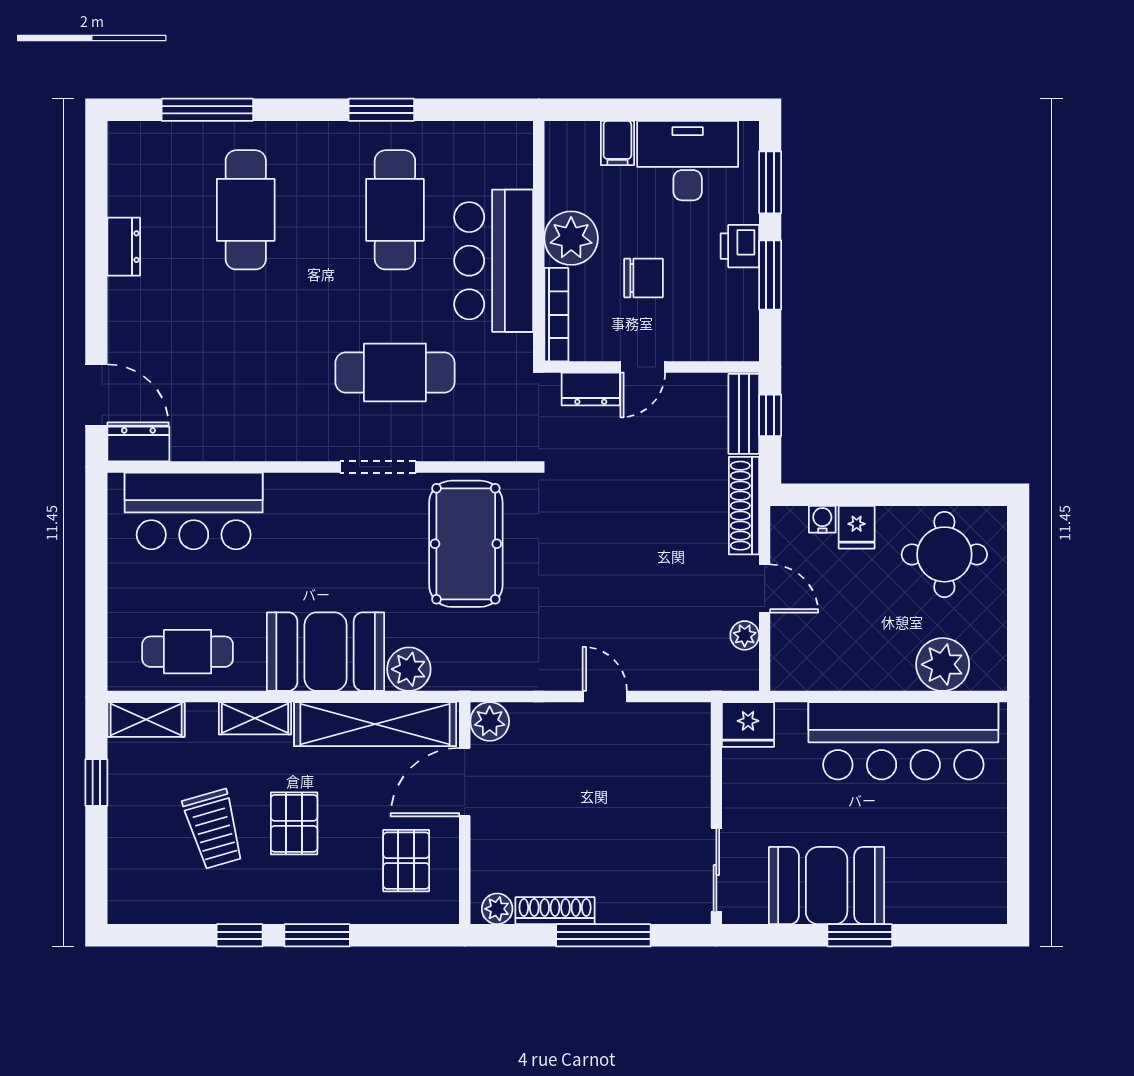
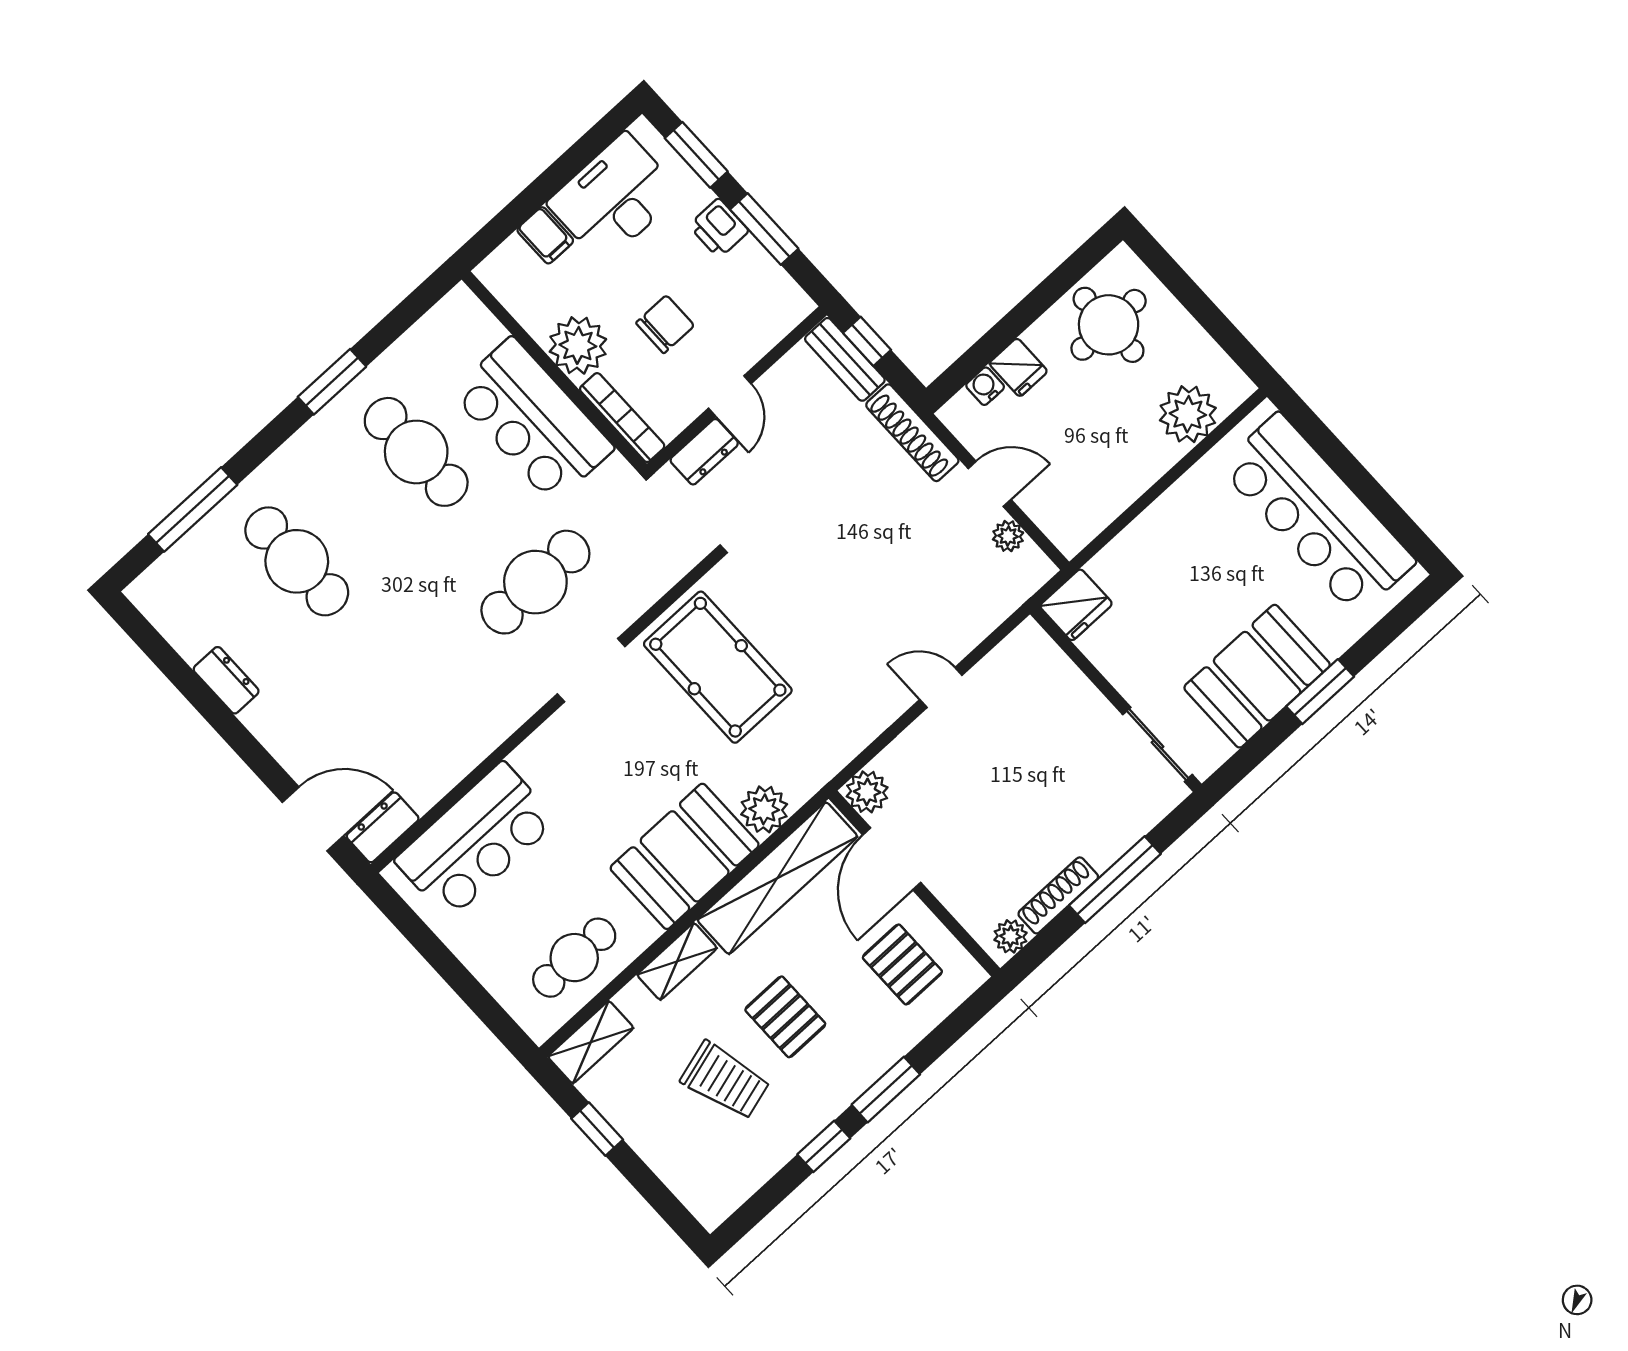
bar counter: (903, 741) -> (1317, 514), moved, turned 90

